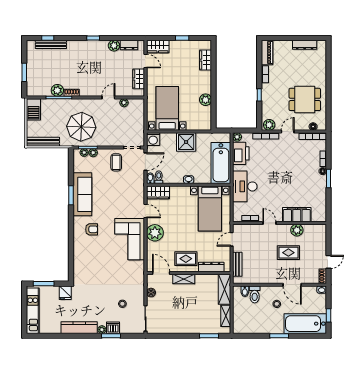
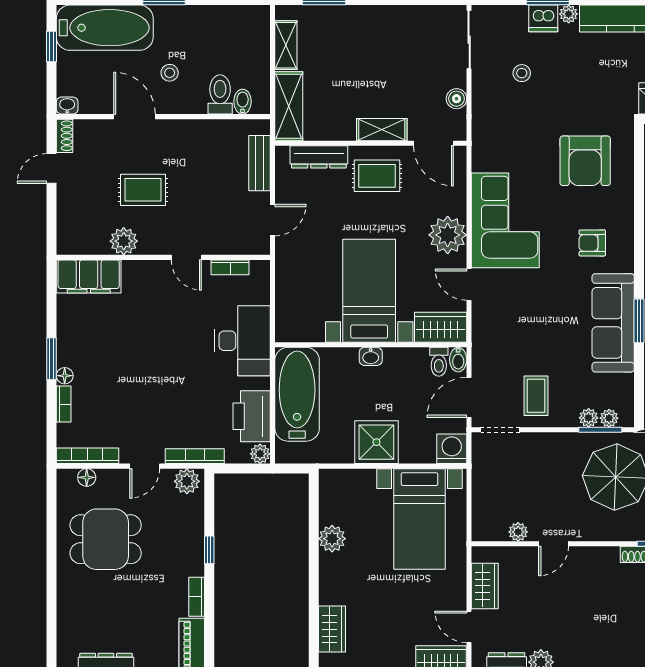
bed with nightstands: (210, 208) -> (369, 291), moved
filing cabinet: (297, 215) -> (89, 277), moved
armchair: (95, 265) -> (585, 161), added

